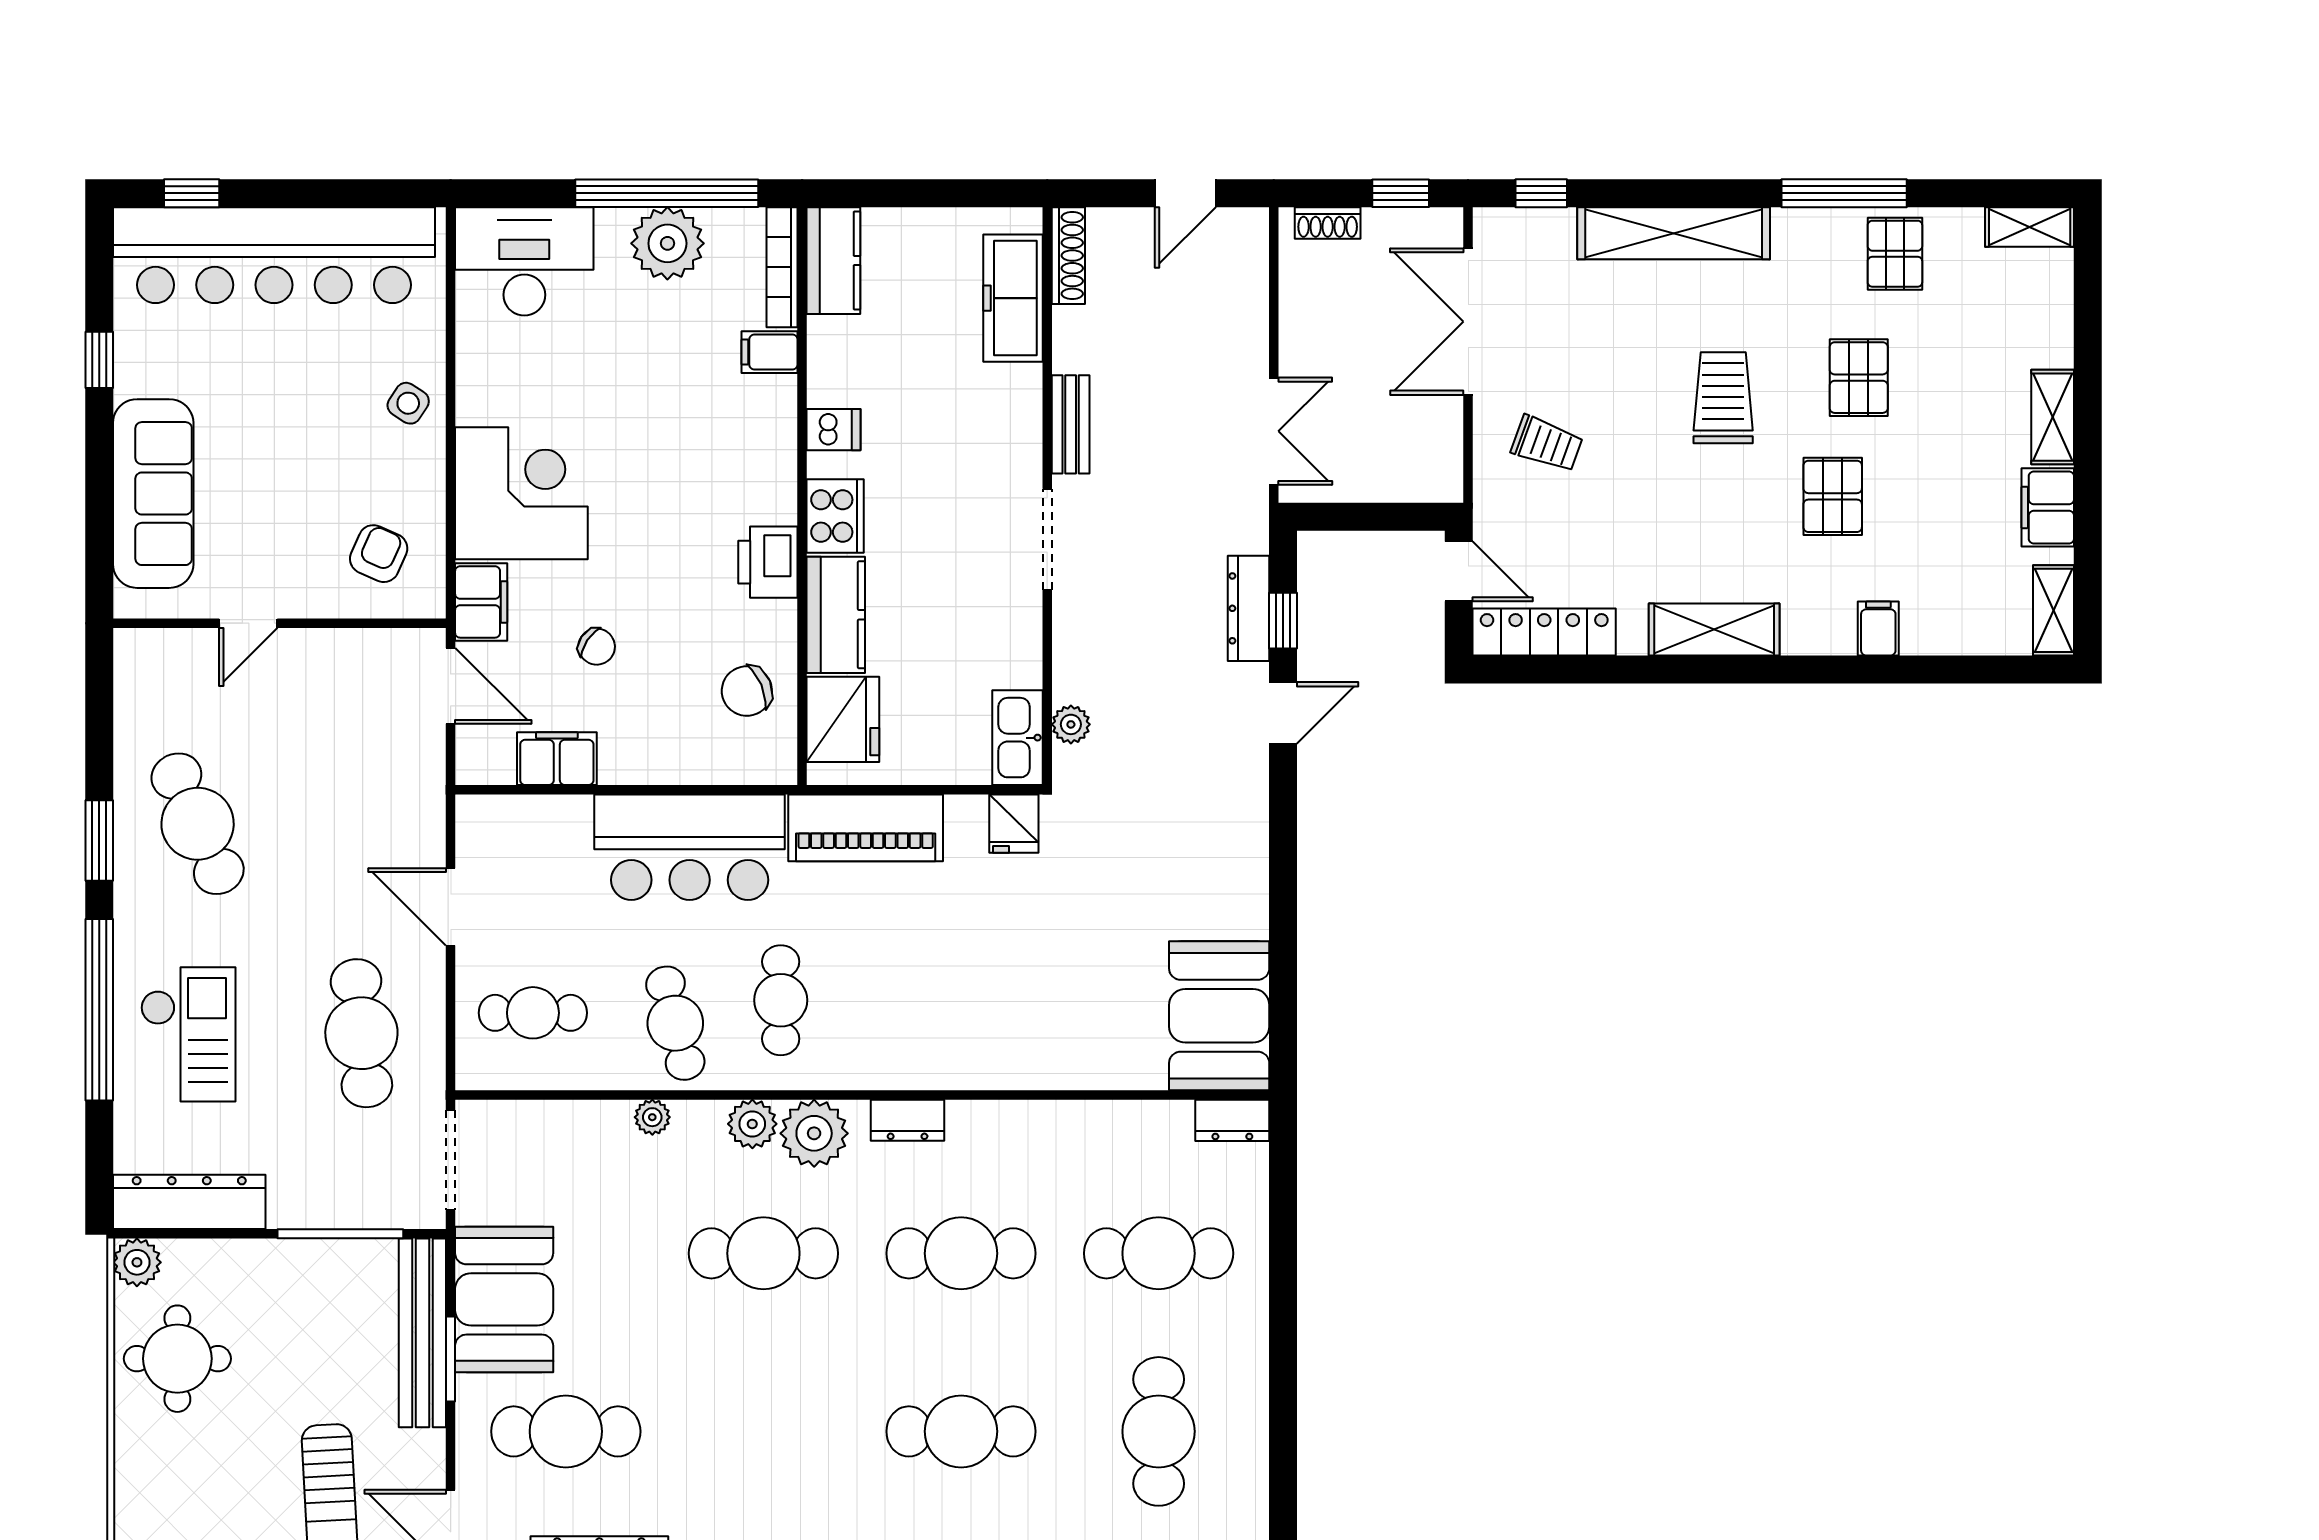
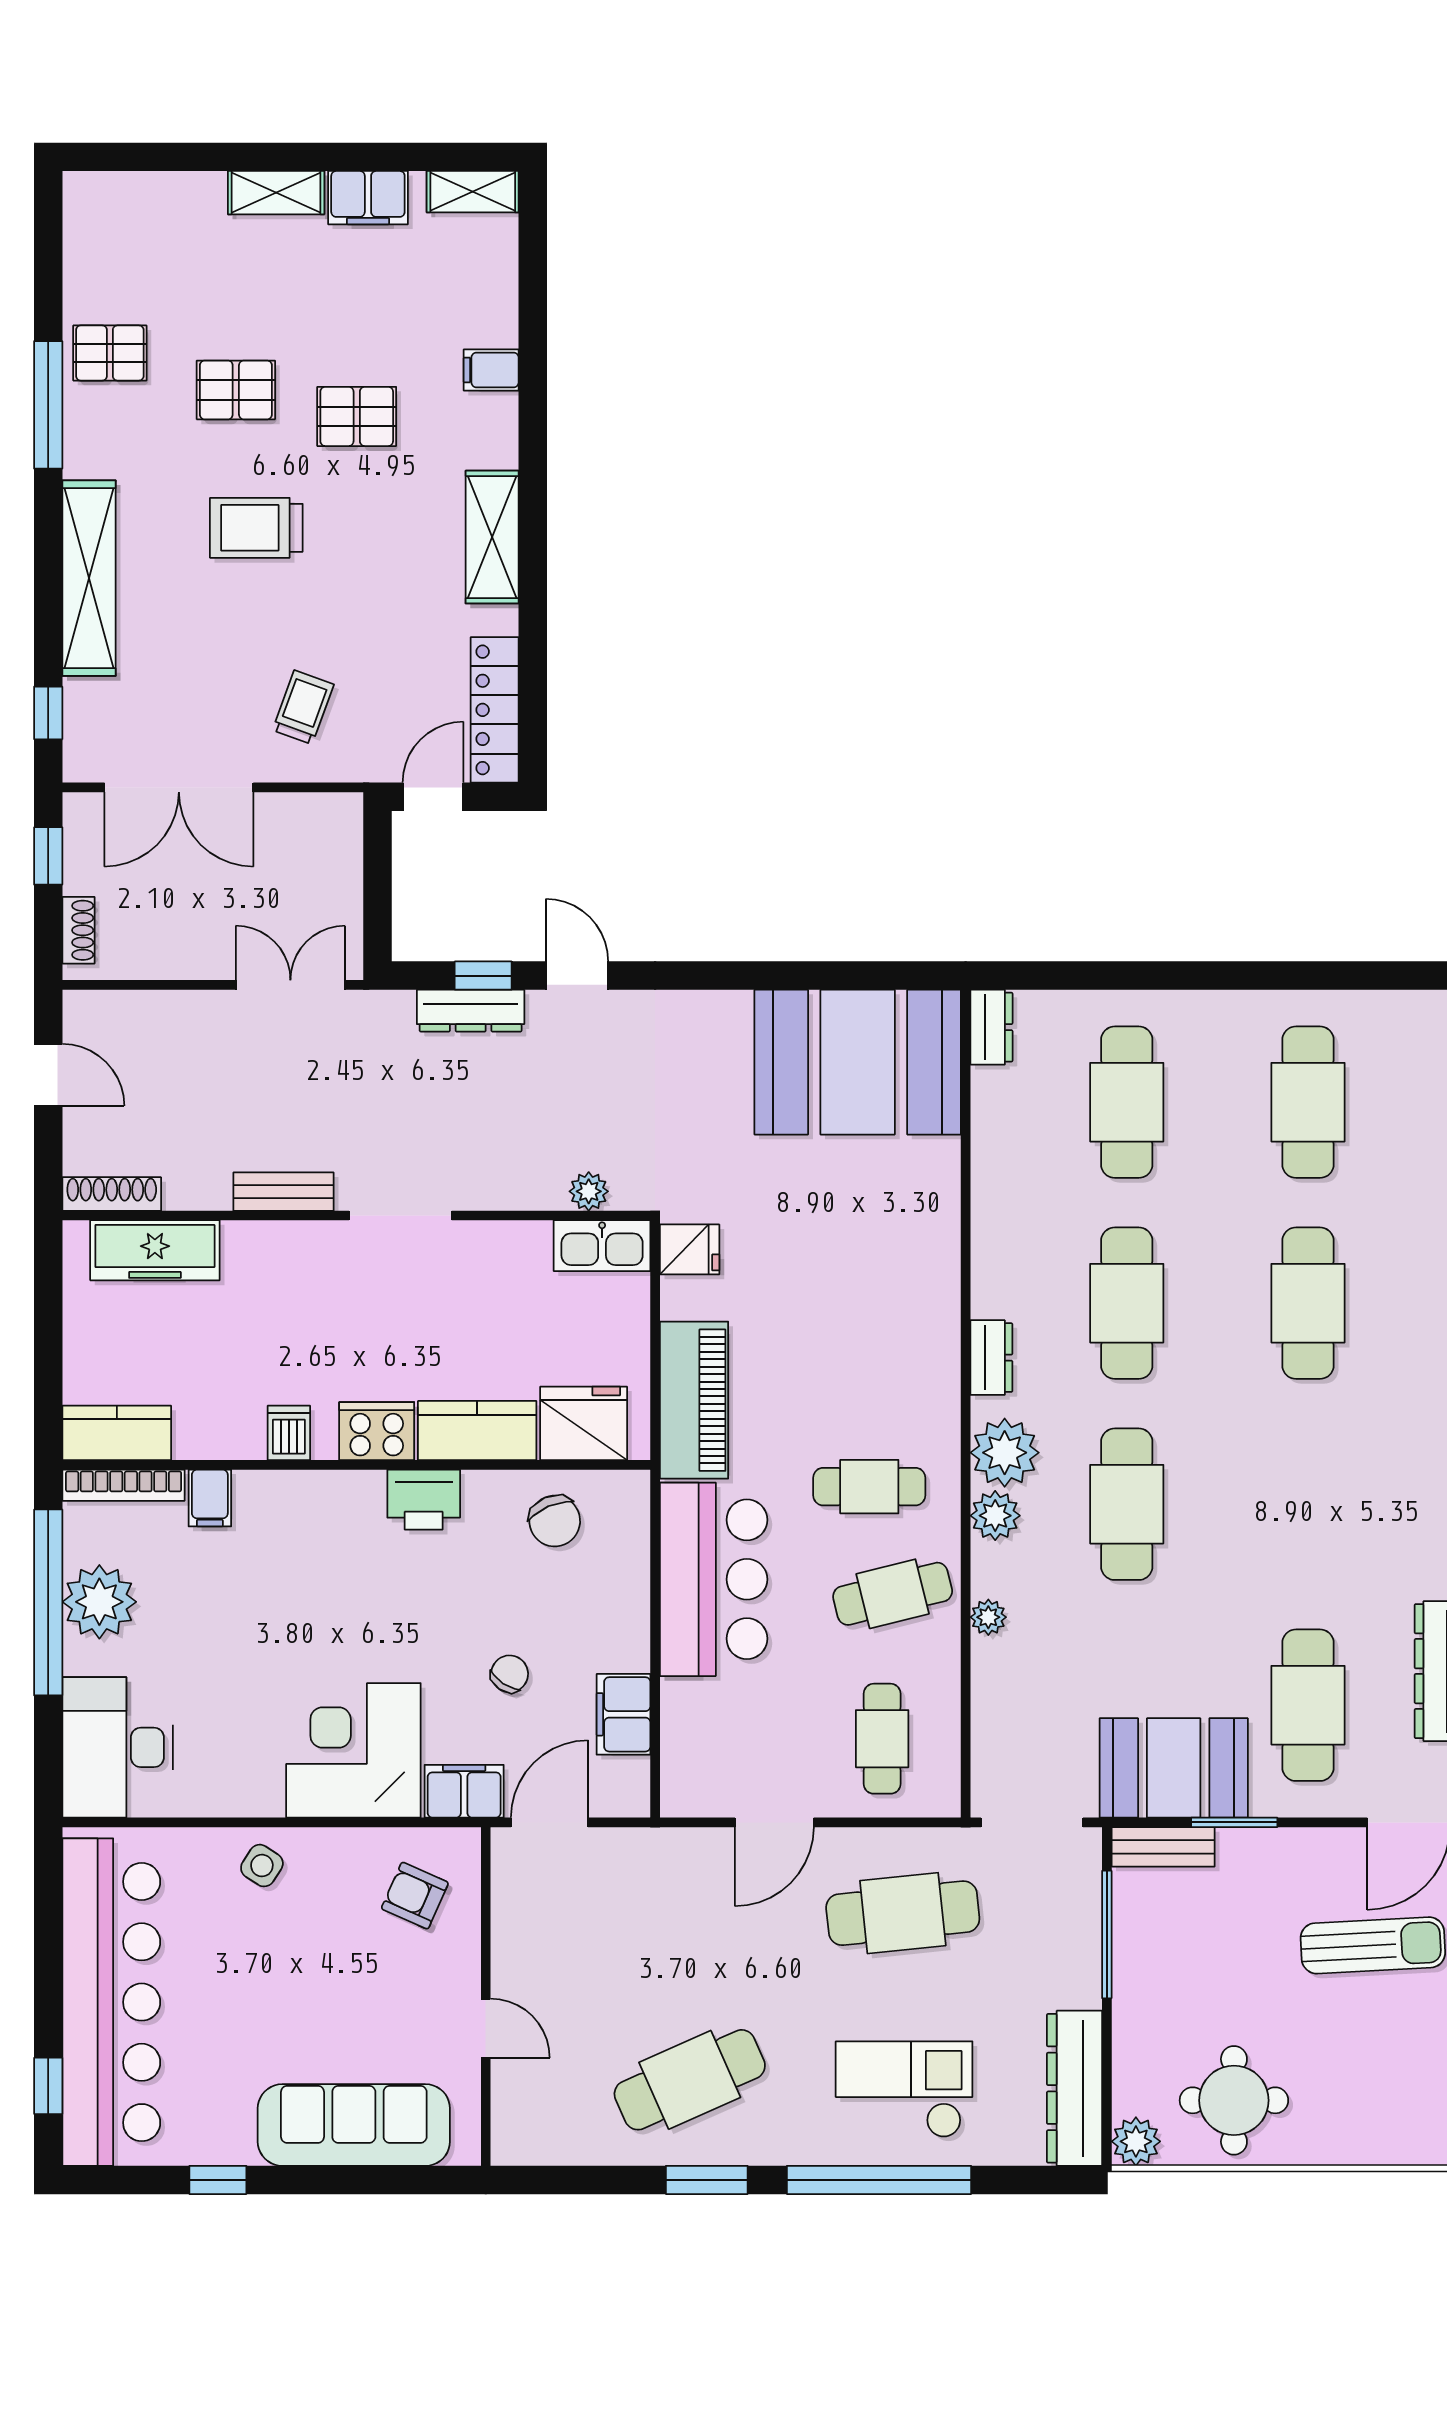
shelving: (2030, 227) -> (83, 216), removed
booth: (1219, 1016) -> (858, 1062), width x1.36, depth x1.42
bench: (422, 1333) -> (1163, 1847), width x0.54, depth x0.82
cafe table: (1159, 1431) -> (1308, 1102), turned 90

